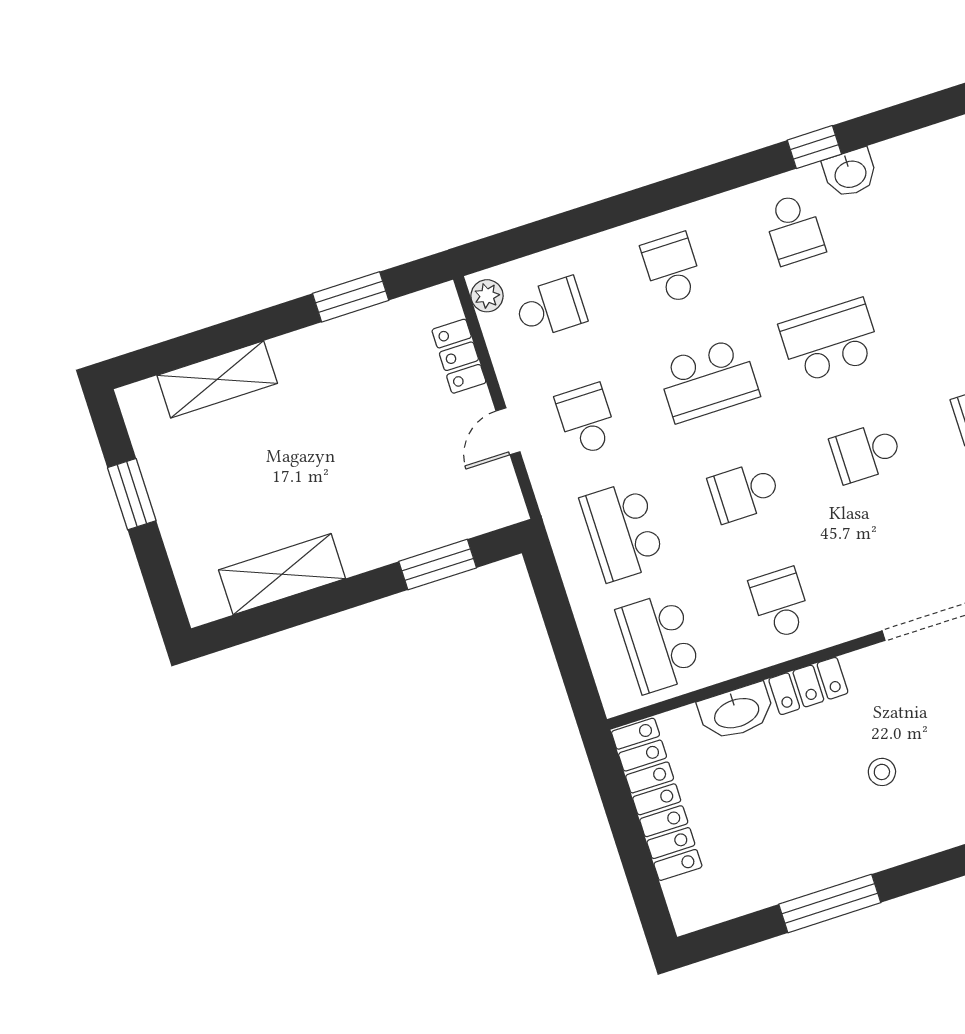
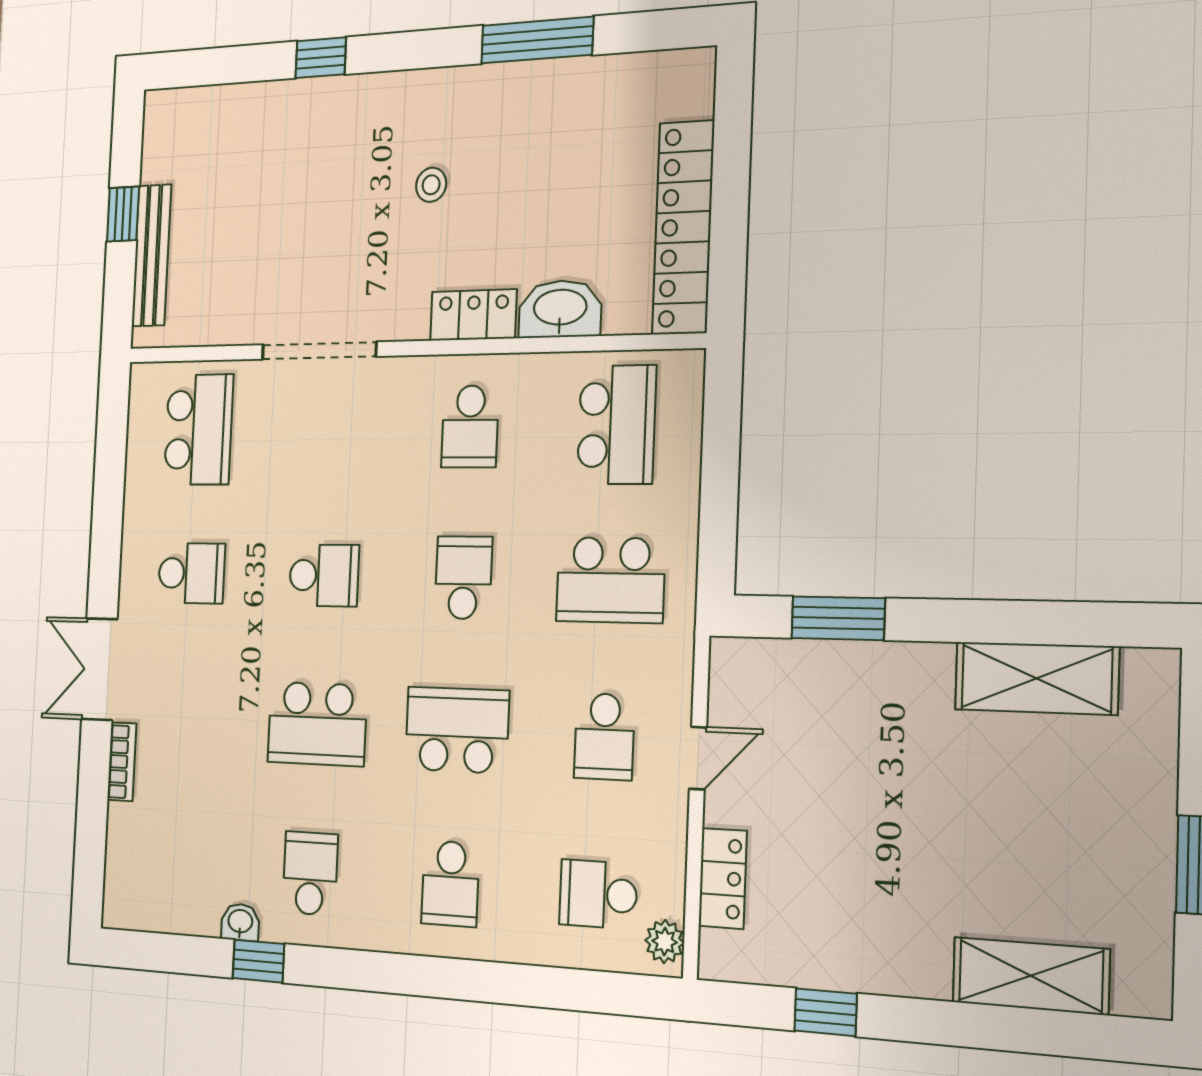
washbasin: (850, 173) -> (240, 922), width x0.72, depth x0.69
window: (351, 297) -> (826, 1012), width x0.67
school desk: (744, 492) -> (463, 578), turned -90
school desk: (623, 531) -> (610, 580), turned 90

